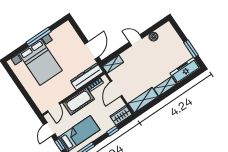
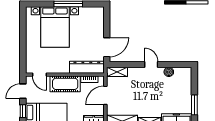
door: (54, 108) -> (39, 75), hinge flipped

